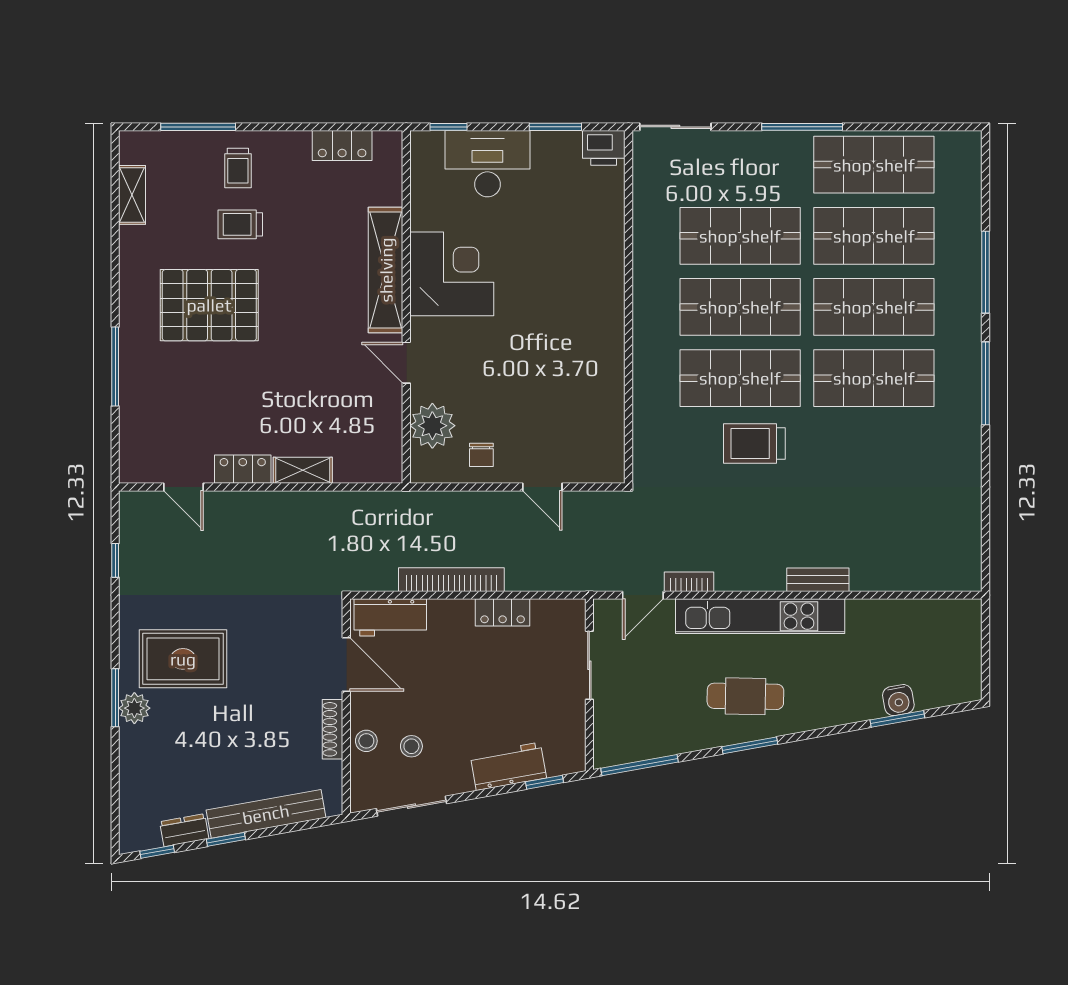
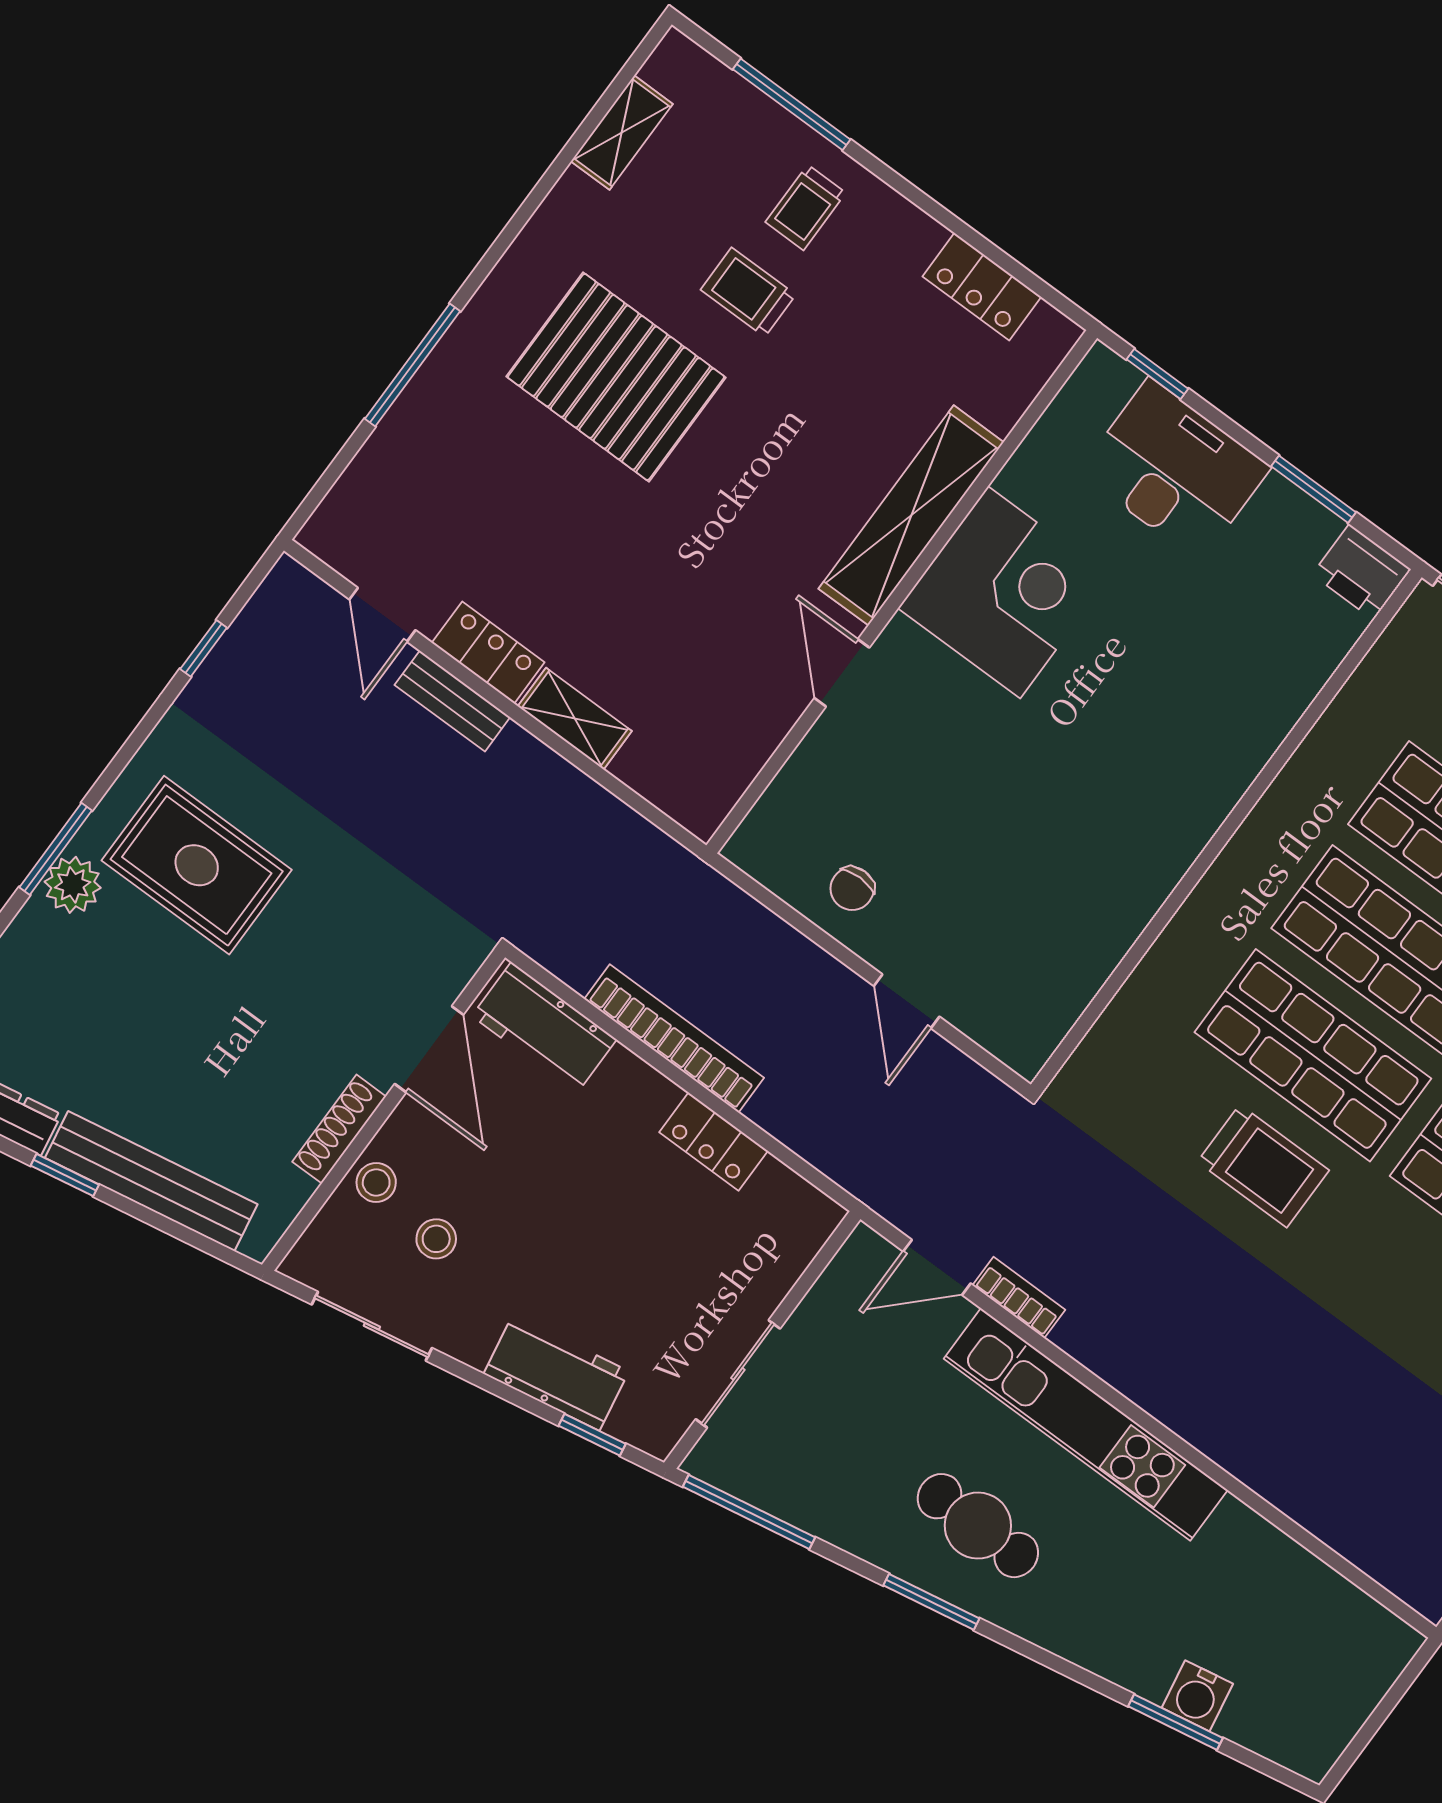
plant: (432, 426) -> (812, 793), removed
trolley: (754, 444) -> (1263, 1166), turned 180
bench: (818, 580) -> (452, 701), moved
sliding door: (589, 665) -> (738, 1374), moved

